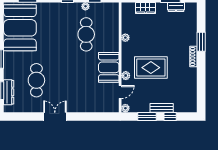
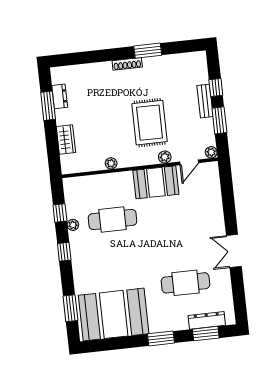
window: (201, 42) -> (148, 51), moved
door: (120, 92) -> (189, 162), swing flipped

